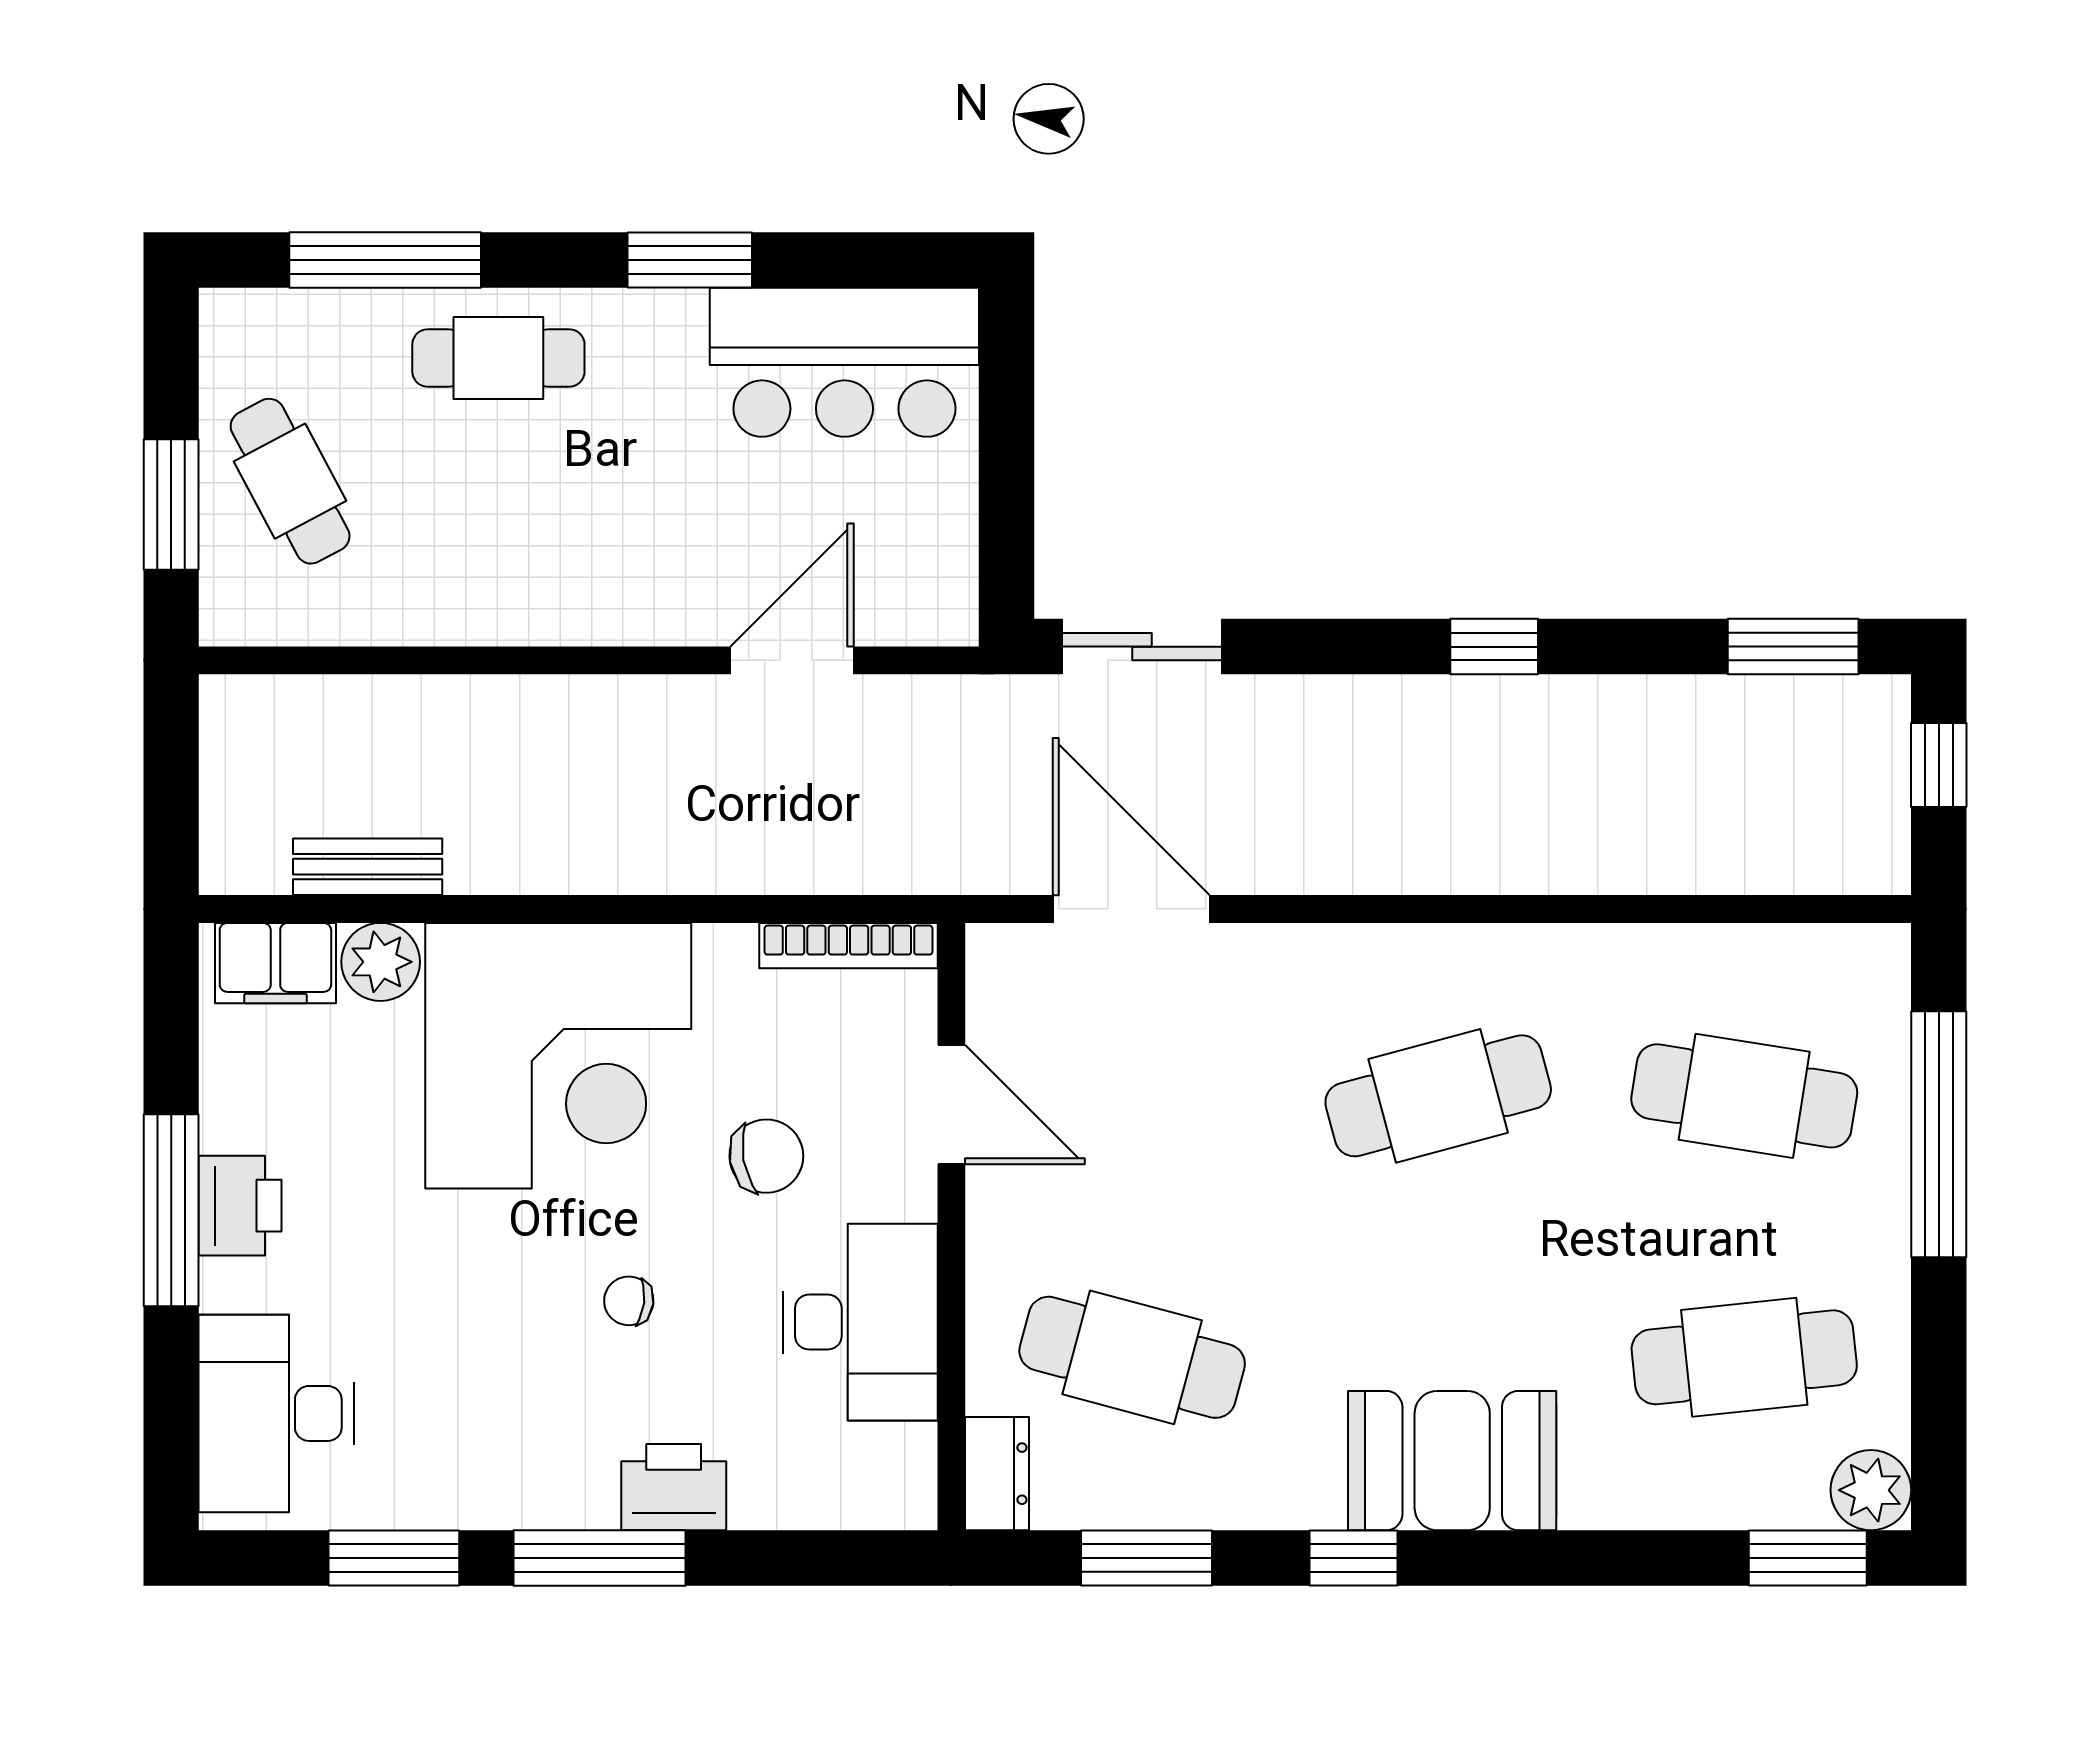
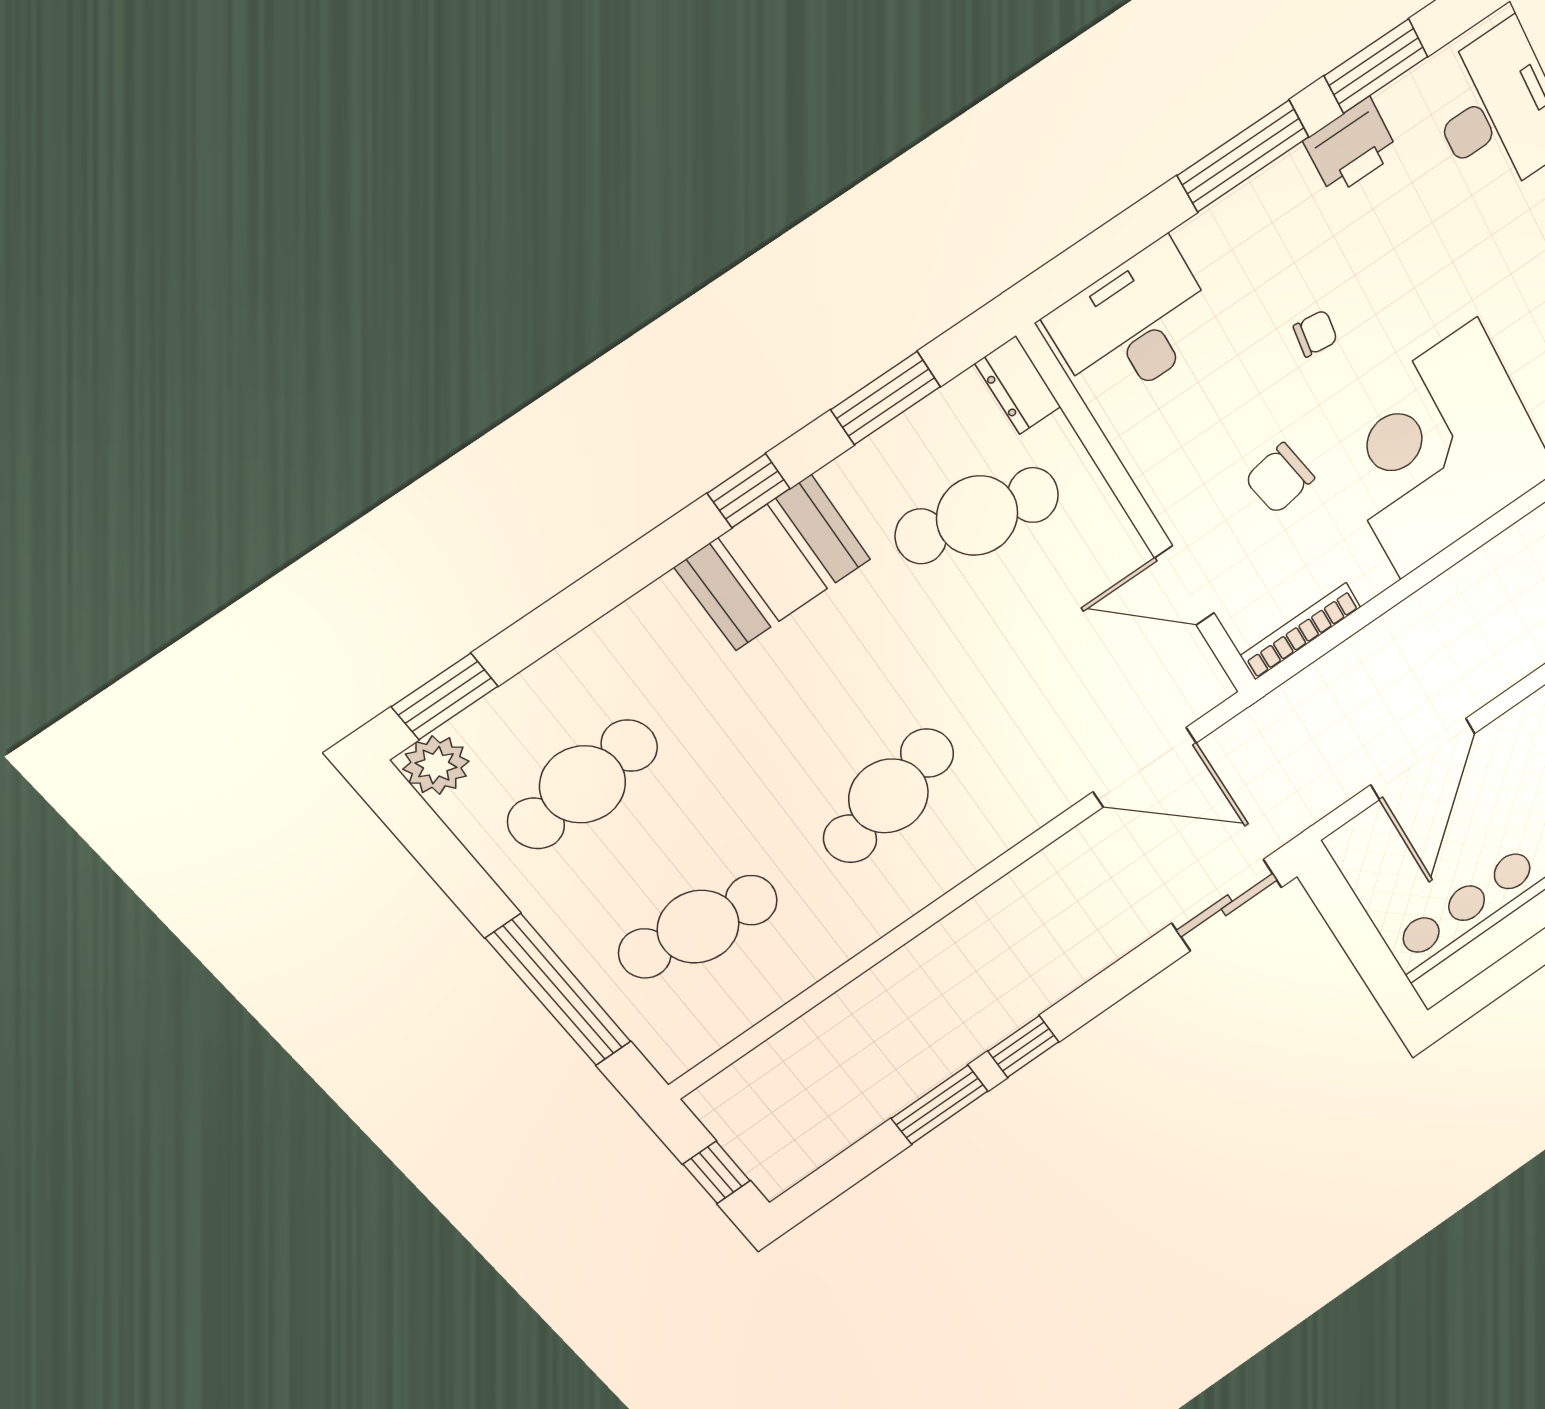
window: (1793, 647) -> (940, 1105), moved
door: (792, 660) -> (1423, 759), width x1.36
desk: (860, 1322) -> (1133, 325), moved, turned 90
booth: (1452, 1461) -> (773, 563), moved
printer: (674, 1487) -> (1351, 147), moved

